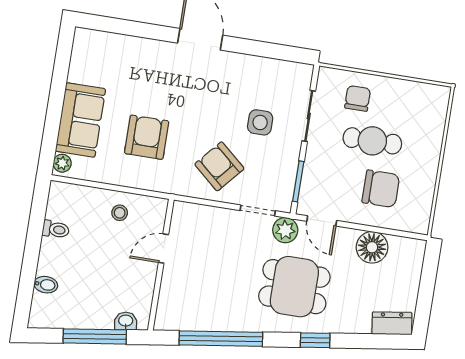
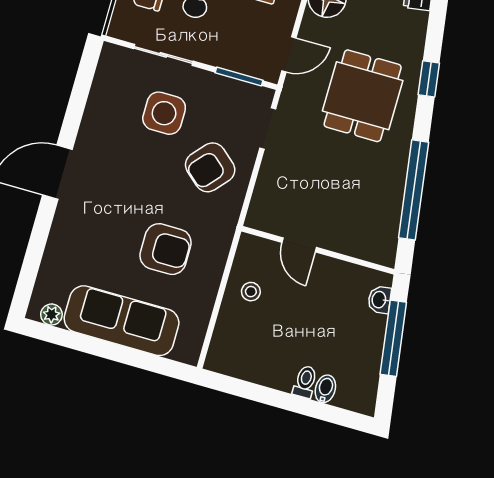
sofa: (80, 120) -> (122, 321), width x1.36
side table: (260, 122) -> (164, 113), width x1.37, depth x1.37
armchair: (147, 137) -> (166, 249), turned 180
plant: (62, 163) -> (51, 315), moved
toilet: (56, 229) -> (305, 382), moved
plant: (285, 230) -> (295, 99), removed

